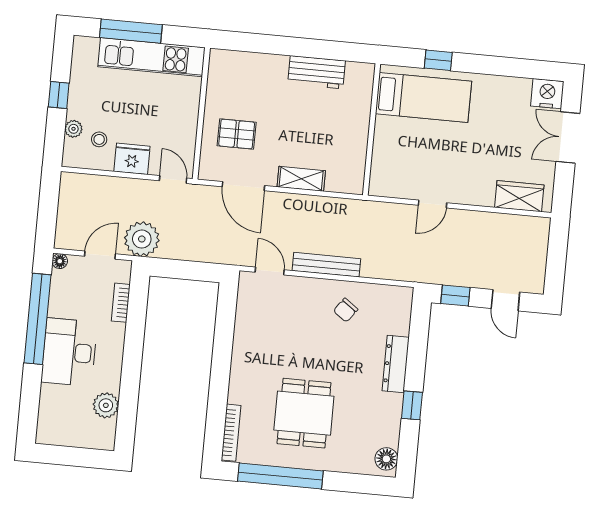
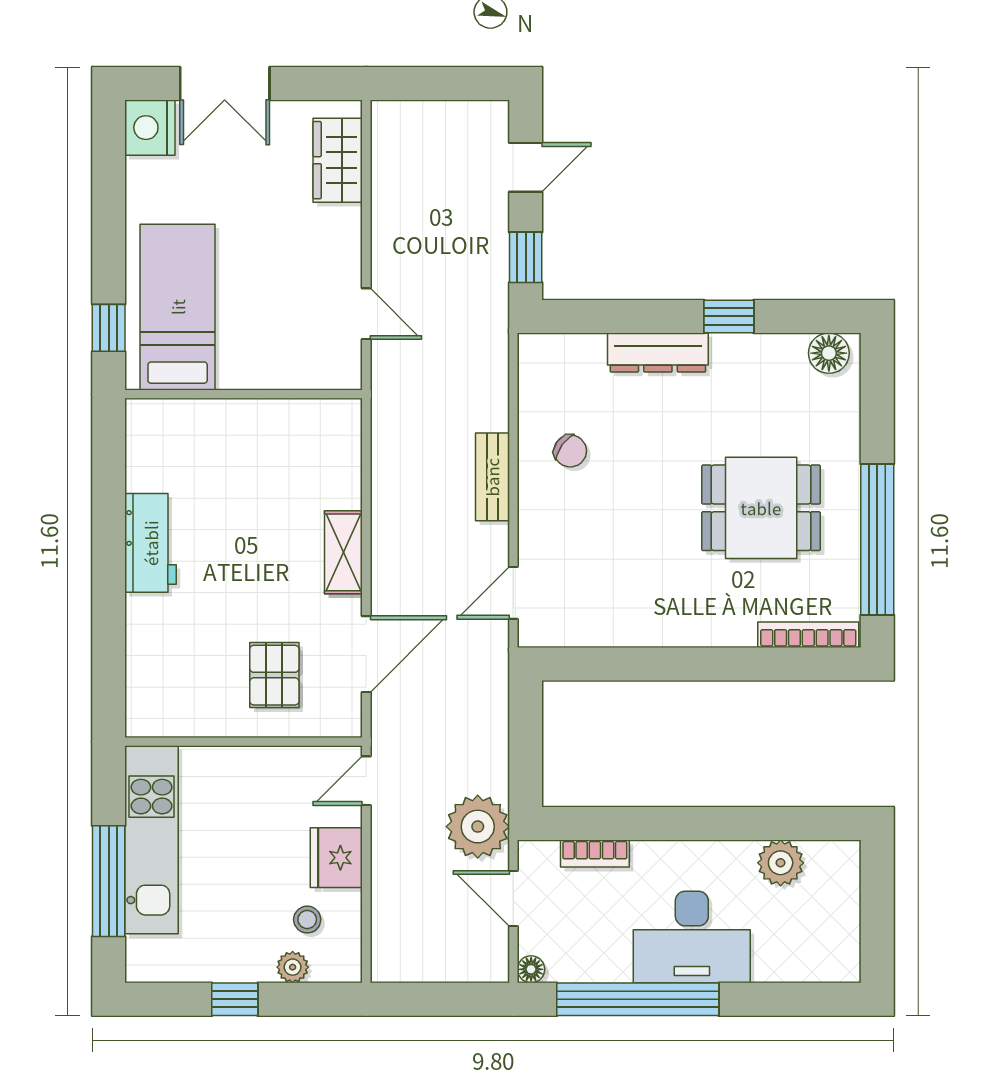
bed: (423, 97) -> (178, 307), moved
wall: (372, 130) -> (244, 394), moved
bench: (326, 265) -> (492, 477), width x0.73

